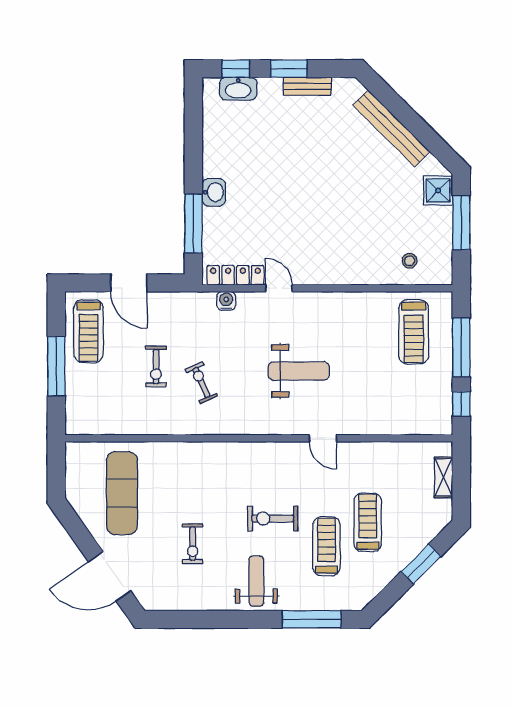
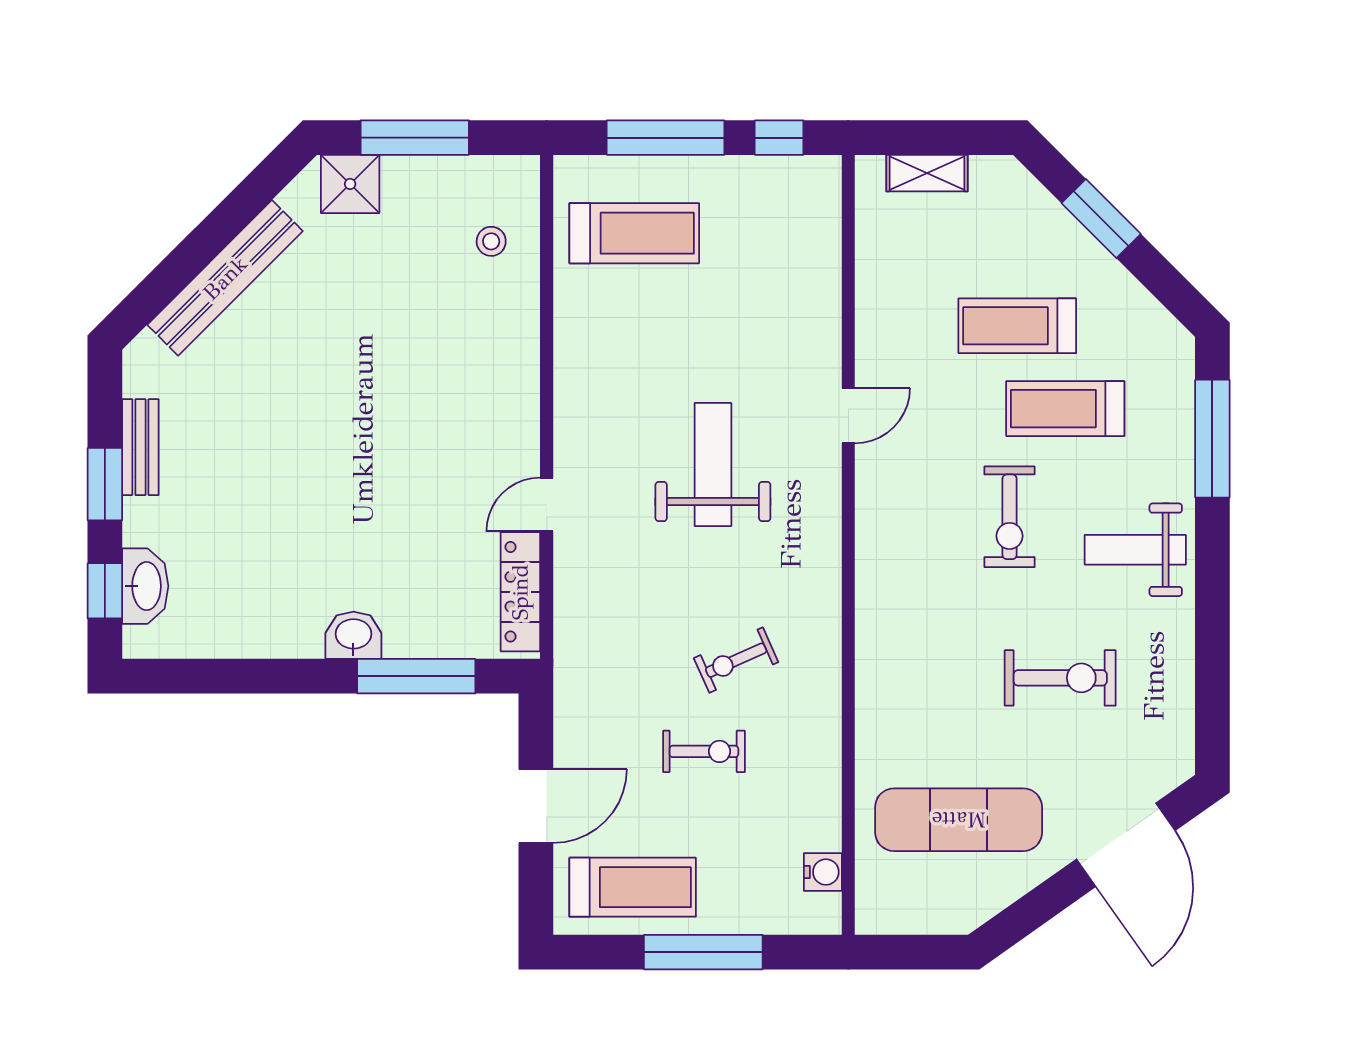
water cooler: (226, 301) -> (823, 872), moved, turned 180
exercise bike: (193, 544) -> (1060, 678), width x1.38, depth x1.39

